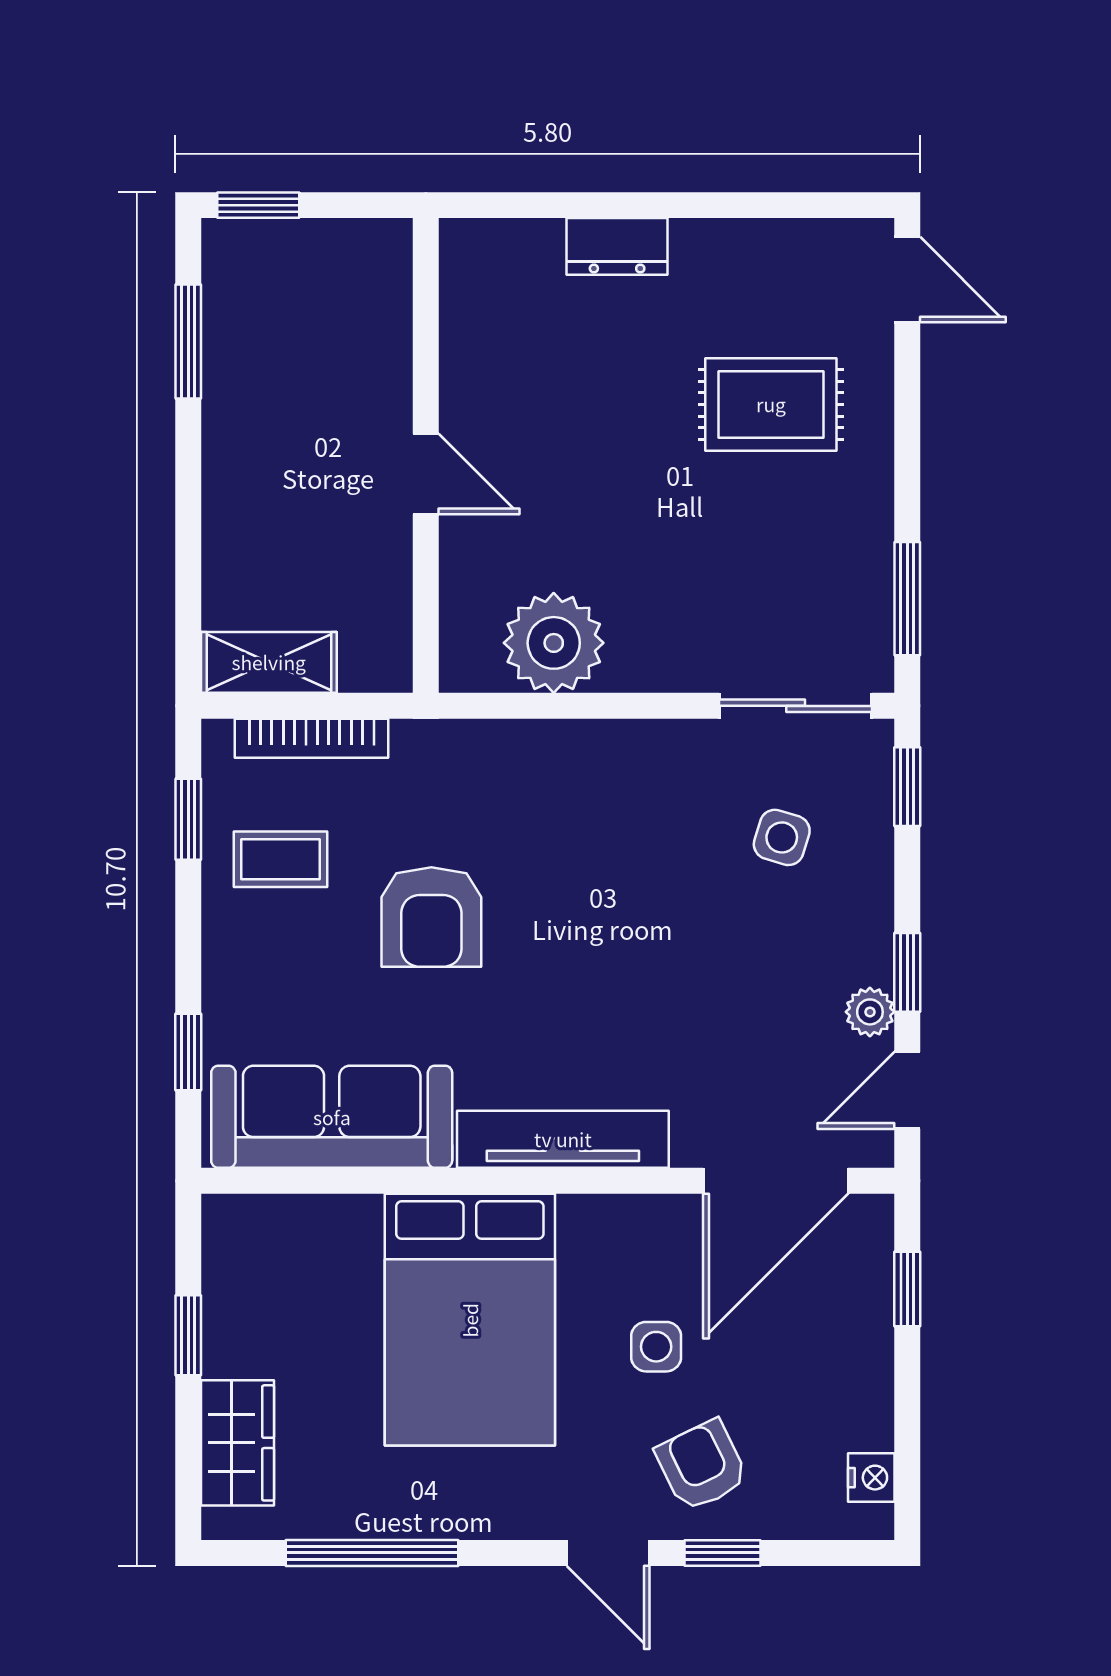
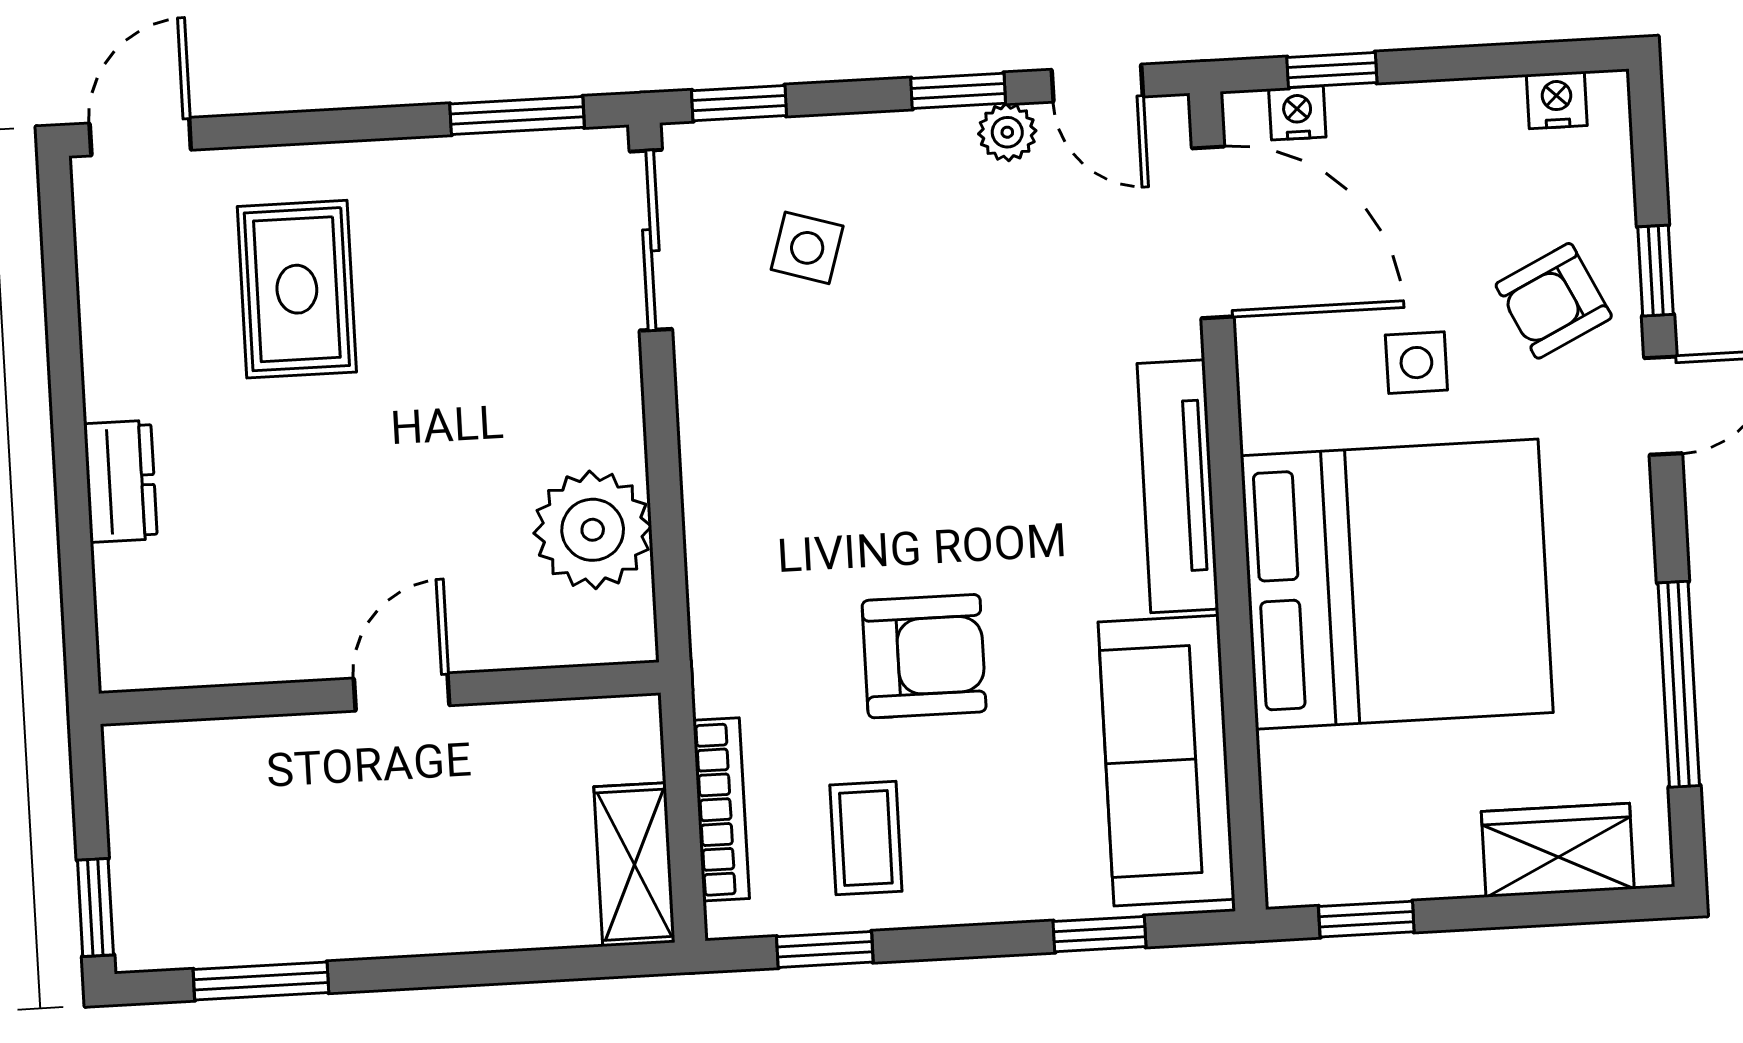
nightstand: (873, 1258) -> (1297, 113), added
bed: (470, 1320) -> (1397, 584), width x1.36
window: (188, 1335) -> (1366, 919), moved

